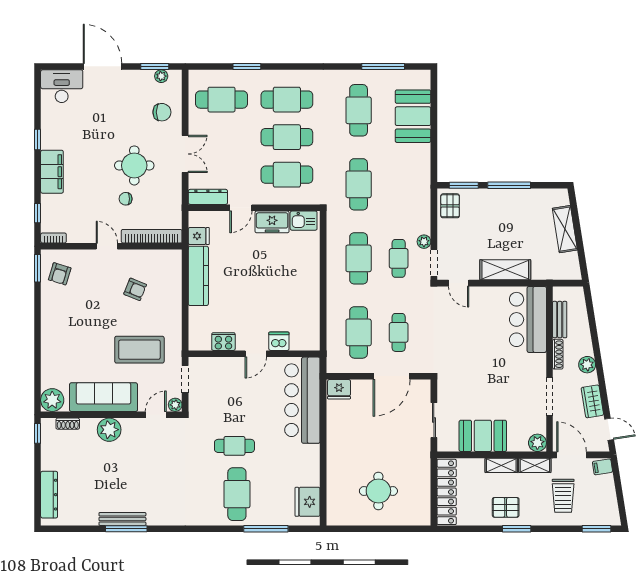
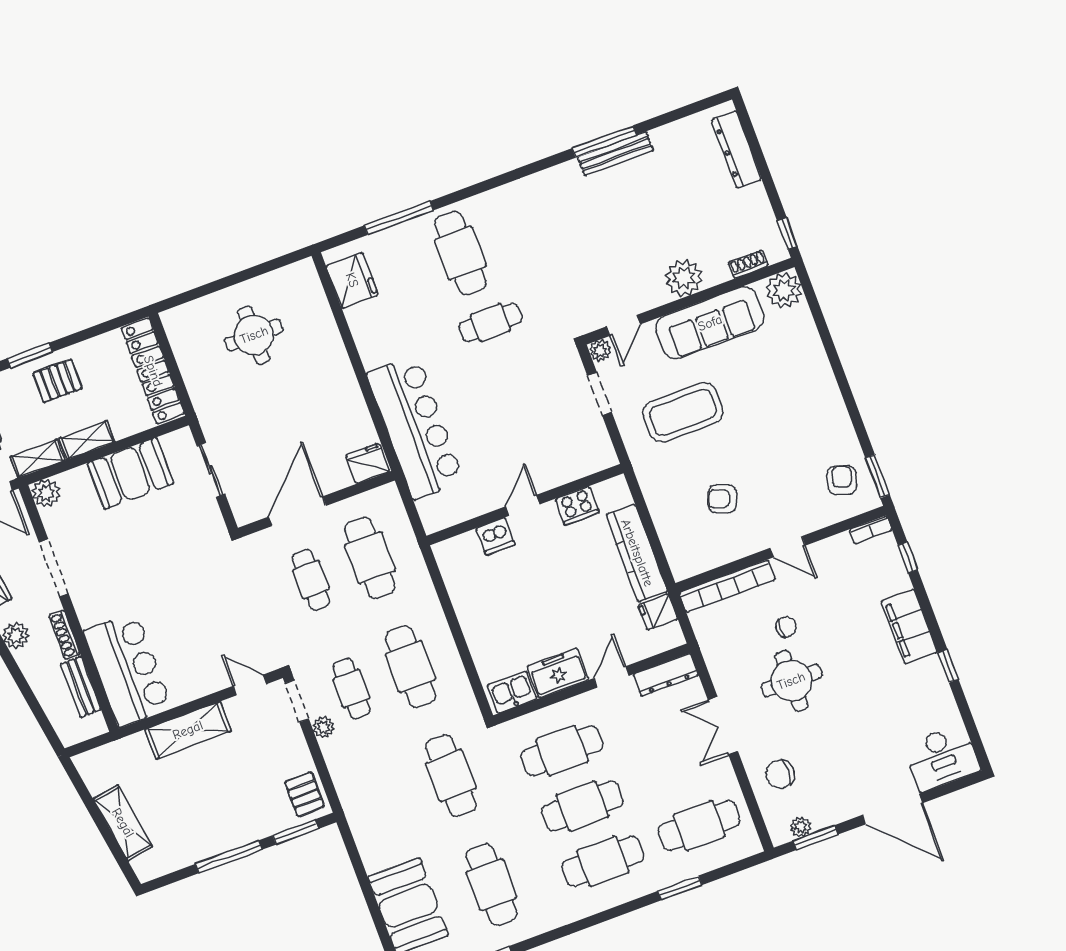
dishwasher: (279, 341) -> (495, 537), moved
cooker: (223, 342) -> (577, 506), moved
wall: (254, 354) -> (525, 505), moved
door: (256, 354) -> (523, 505), moved

